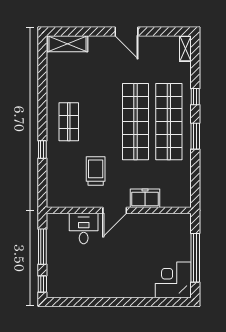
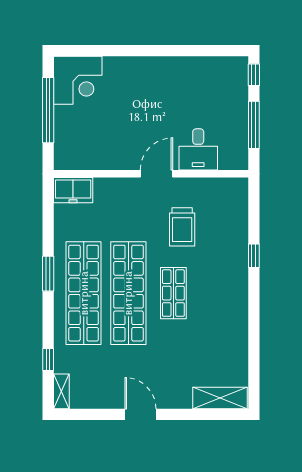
window: (195, 97) -> (48, 359), moved
shop shelf: (69, 122) -> (173, 293), moved
freezer: (145, 198) -> (73, 190), moved

